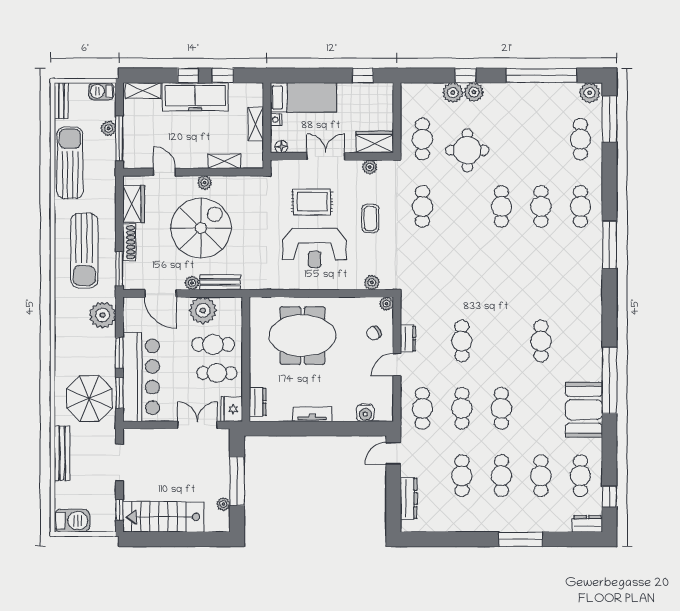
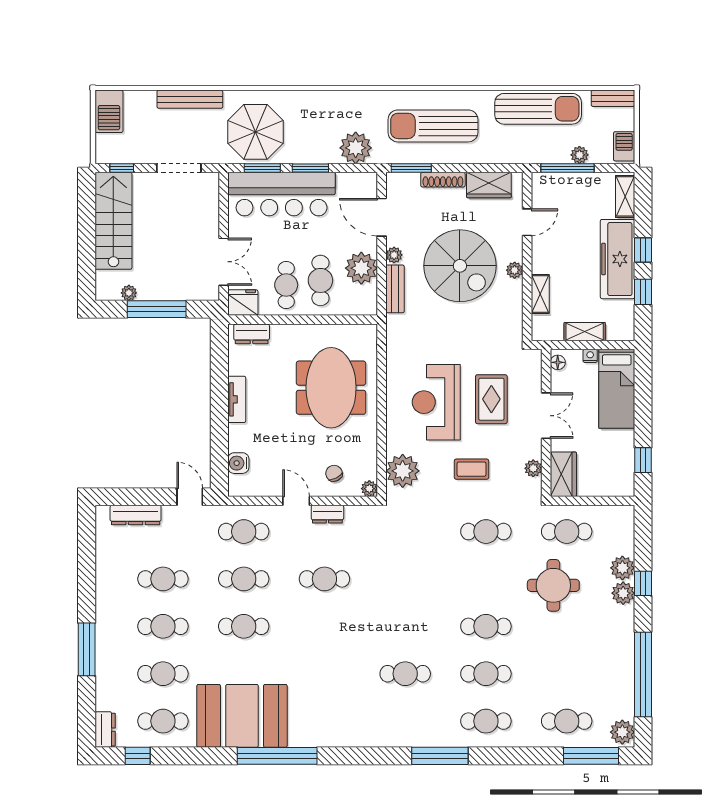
plant: (372, 282) -> (403, 471), width x1.87, depth x1.87
door: (160, 293) -> (382, 217), hinge flipped
cafe table: (541, 341) -> (405, 674), moved
booth: (584, 410) -> (242, 716), width x1.36, depth x1.42

